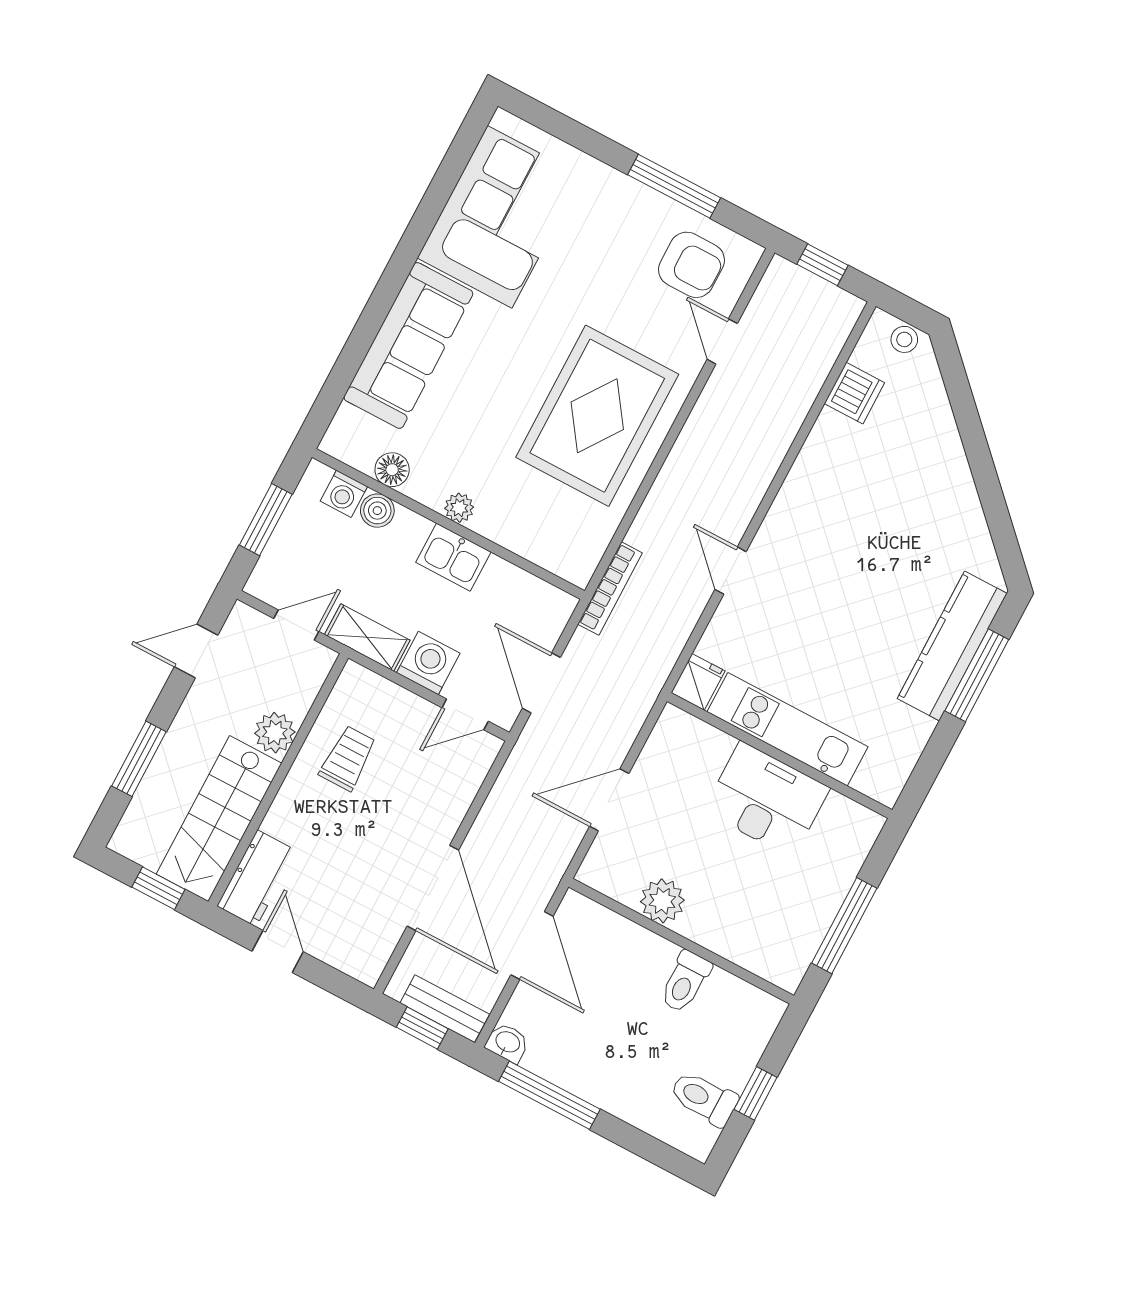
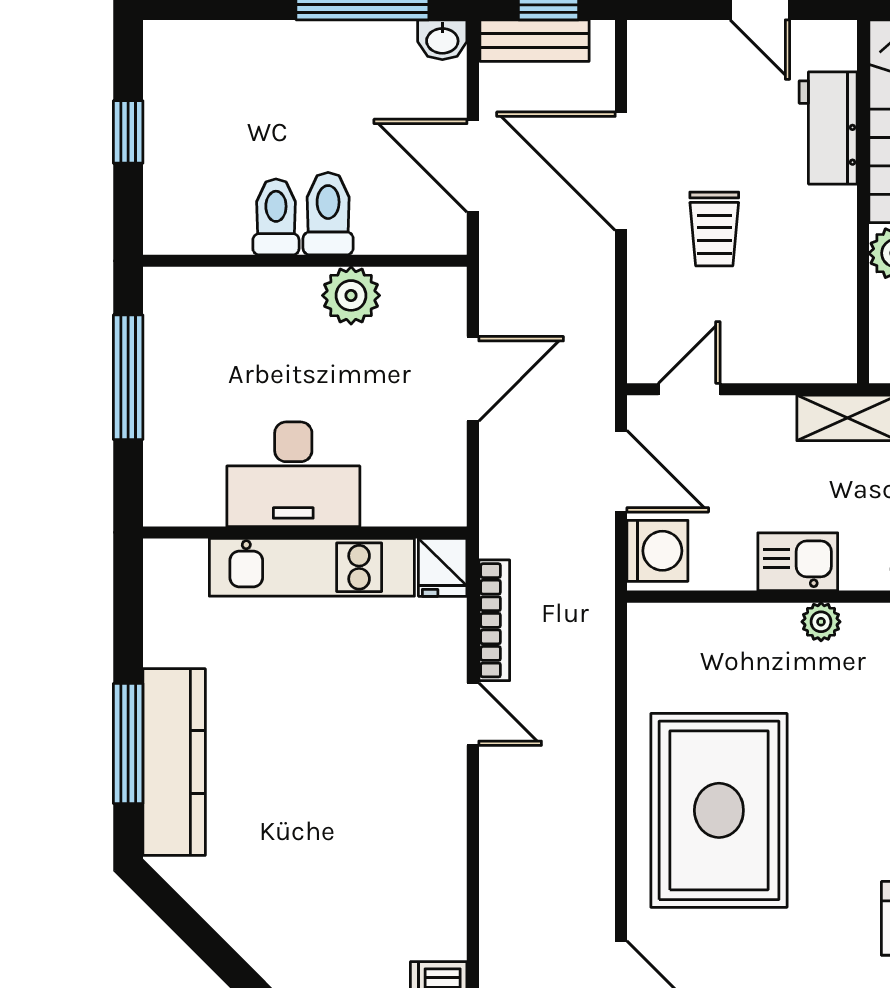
bookcase: (610, 589) -> (494, 620), moved, turned 180
washing machine: (428, 663) -> (657, 551), moved, turned -90
trolley: (348, 758) -> (714, 229), moved
workbench: (257, 878) -> (828, 128), moved
toilet: (704, 1098) -> (328, 214), moved, turned -90

